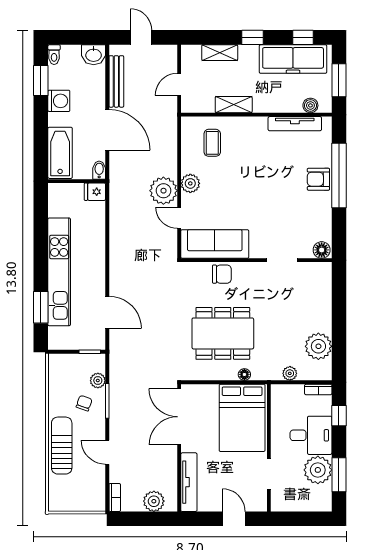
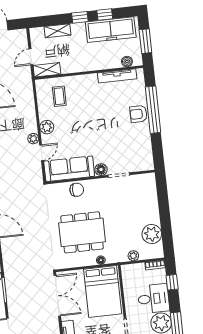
window: (303, 37) -> (105, 15), moved
shelving: (234, 105) -> (47, 70), moved
plant: (163, 191) -> (33, 139), width x0.53, depth x0.53
door: (179, 218) -> (41, 153), swing flipped
floor lamp: (322, 250) -> (101, 170), moved
double door: (179, 417) -> (57, 296), swing flipped

